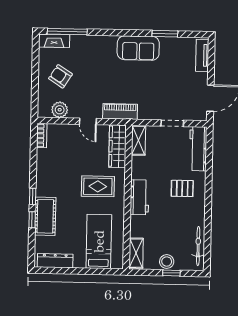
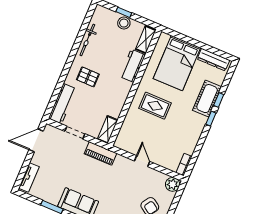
plant: (60, 110) -> (173, 184), moved
piano: (120, 111) -> (101, 153), moved
wardrobe: (118, 146) -> (126, 132), removed
workbench: (140, 197) -> (133, 66), moved
bed: (99, 241) -> (177, 63), width x1.50
bicycle: (198, 246) -> (87, 40), moved

